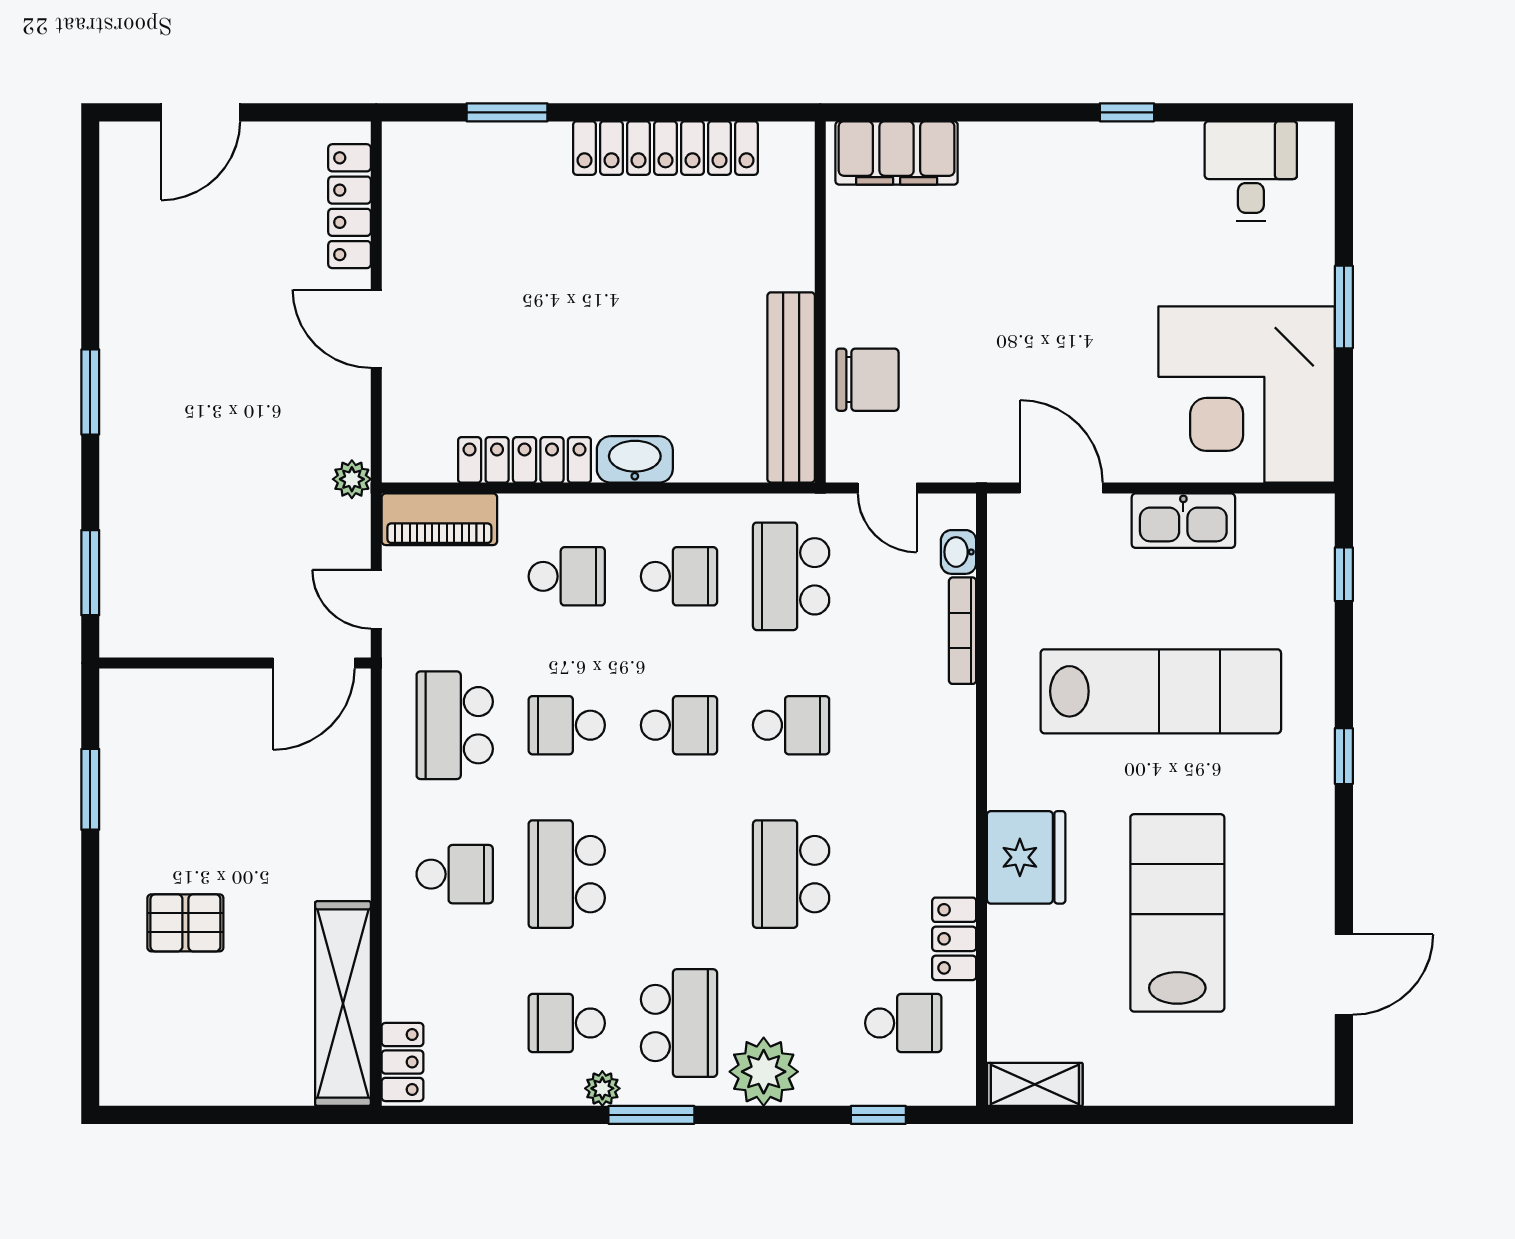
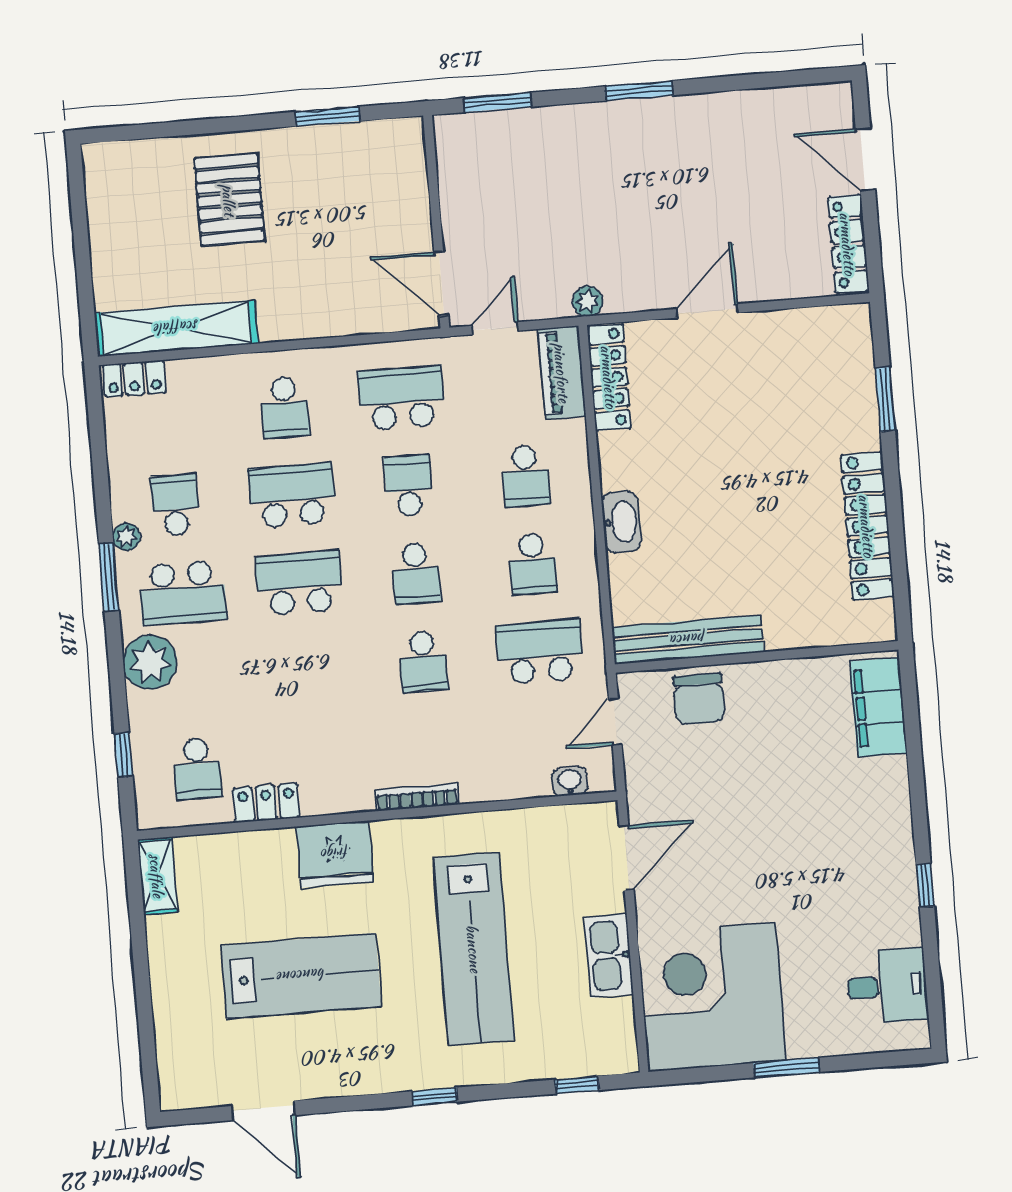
locker: (350, 206) -> (848, 244), moved, turned -90
locker: (525, 460) -> (609, 377), moved
bookcase: (963, 631) -> (417, 797), moved
school desk: (791, 874) -> (299, 583), moved
pallet: (185, 923) -> (229, 200), width x1.50, depth x1.42

